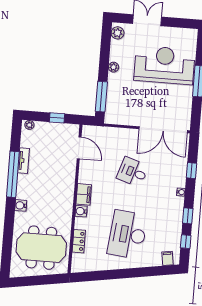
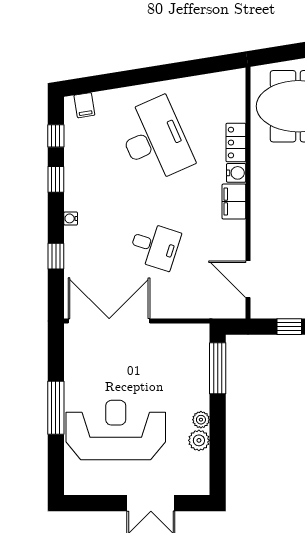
plant: (118, 33) -> (199, 440), moved
reception desk: (164, 65) -> (116, 430), turned 180
desk: (128, 234) -> (155, 140), turned -30
locker: (79, 241) -> (236, 143), moved

